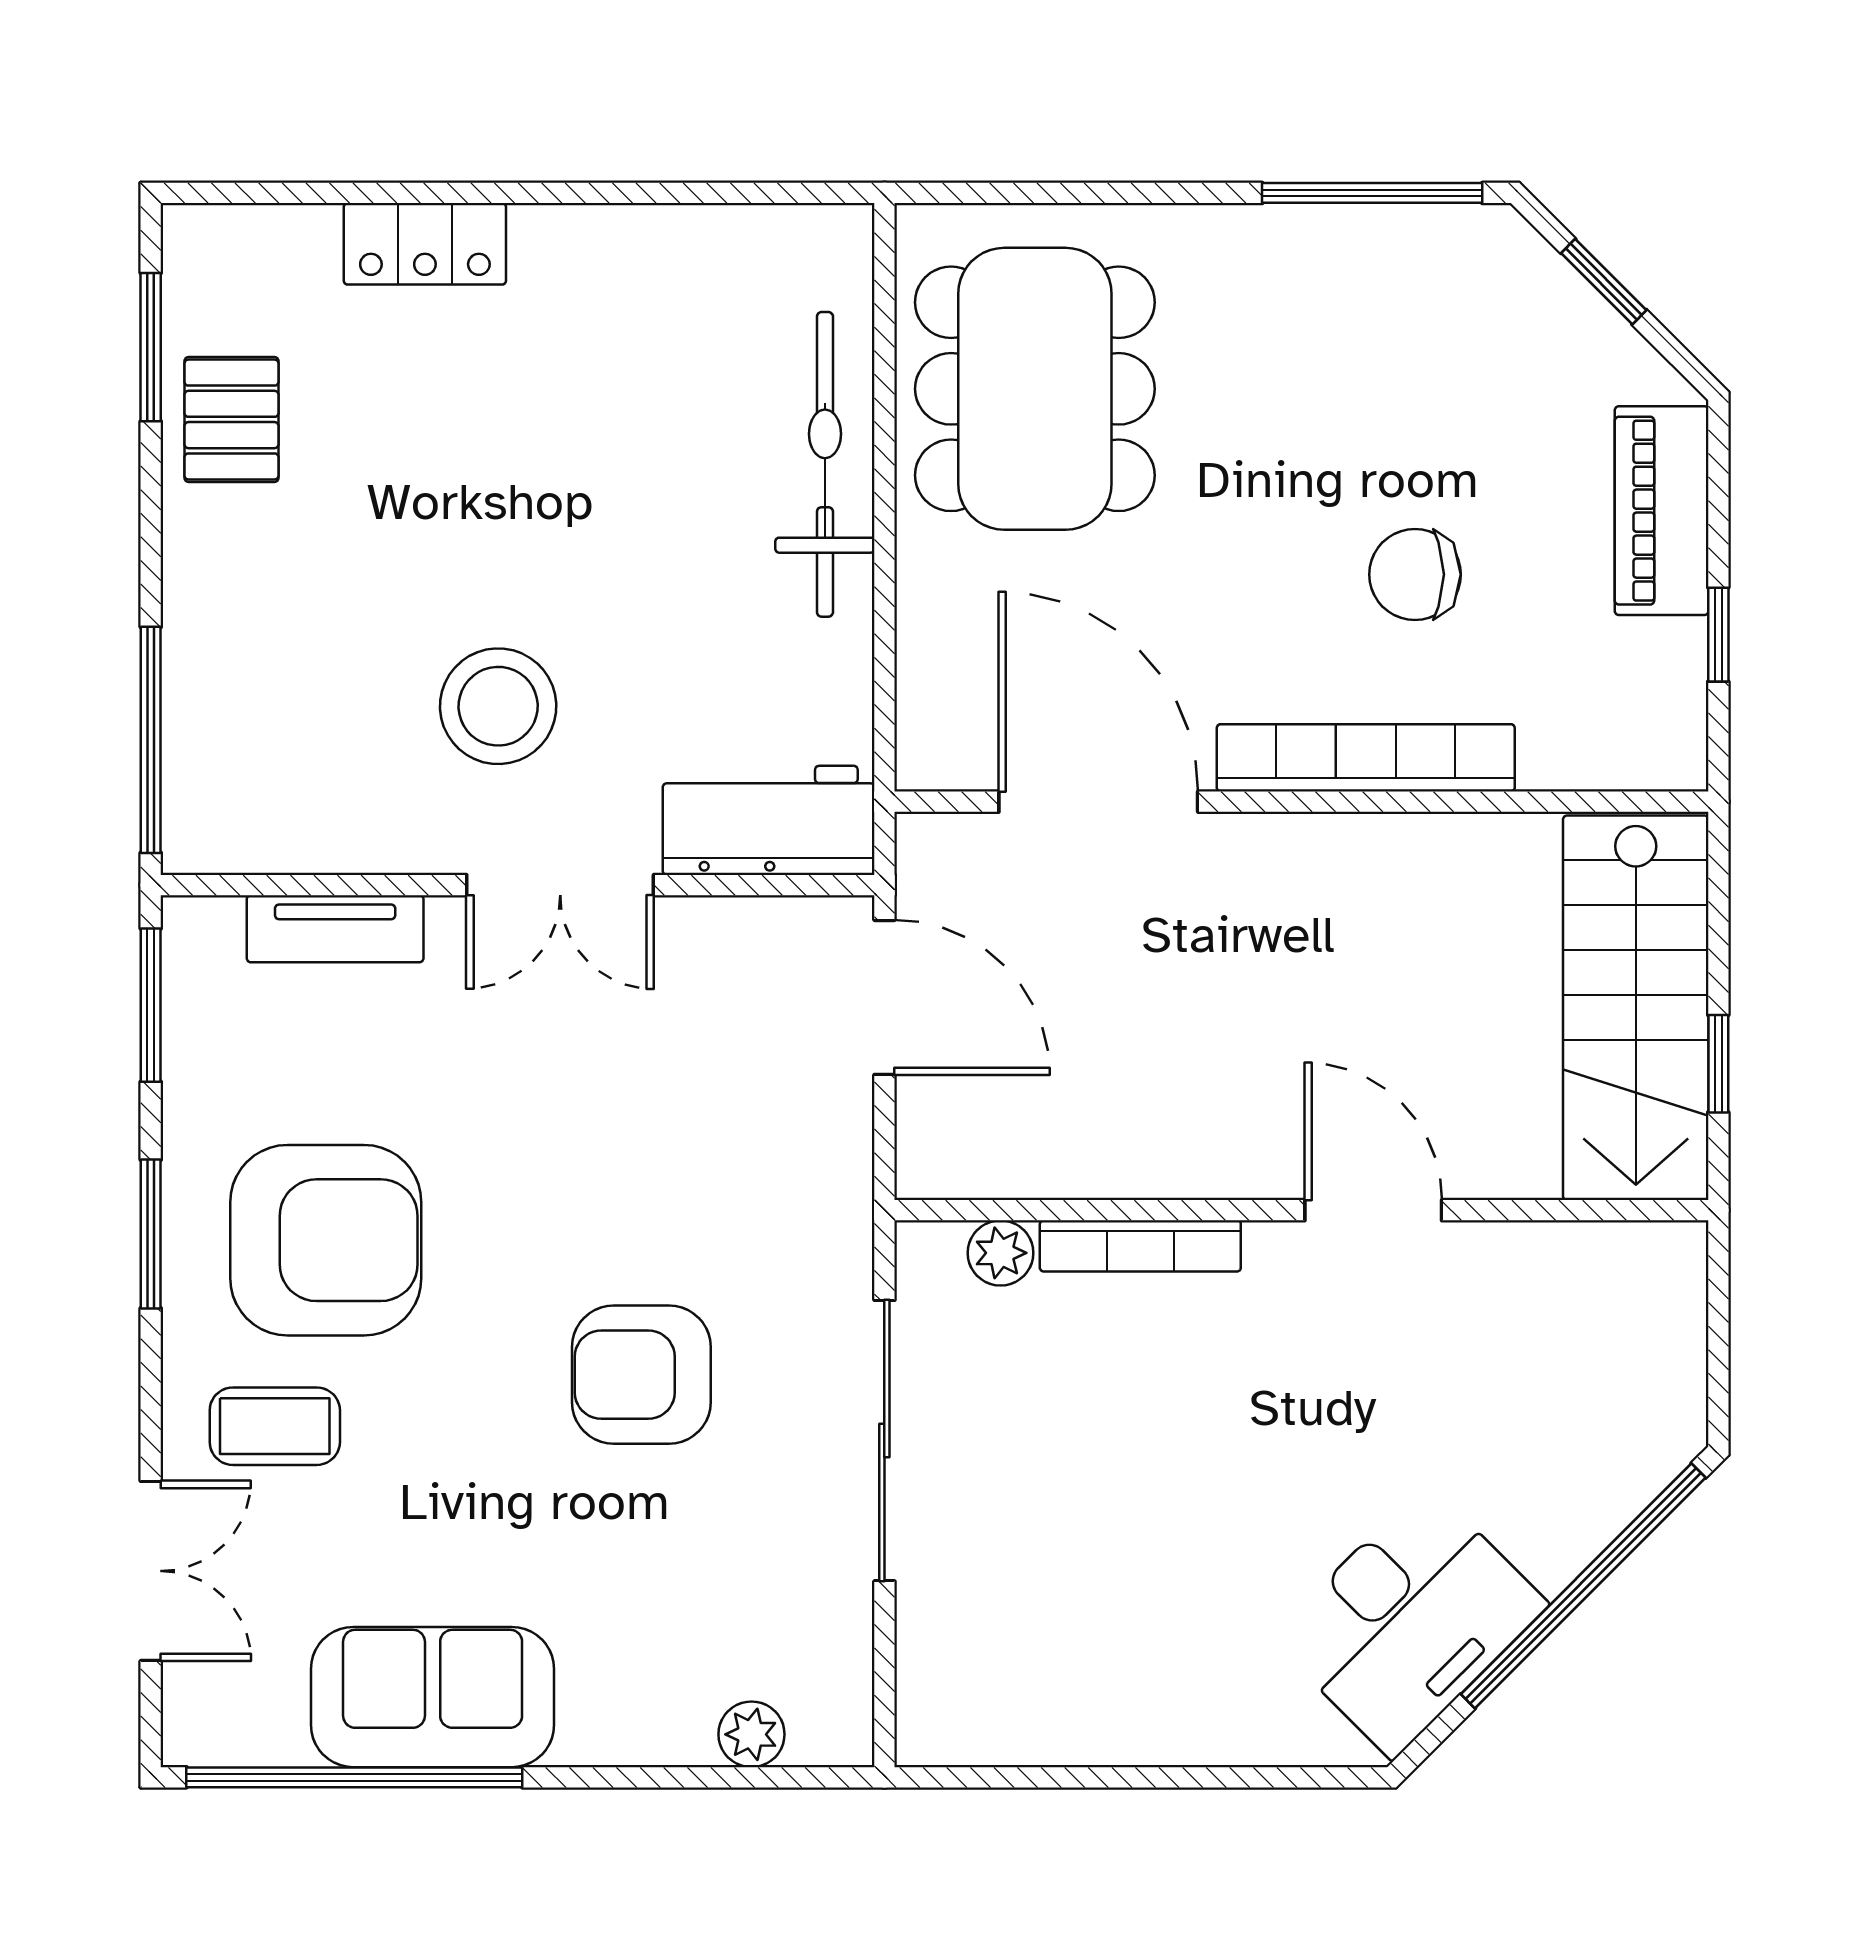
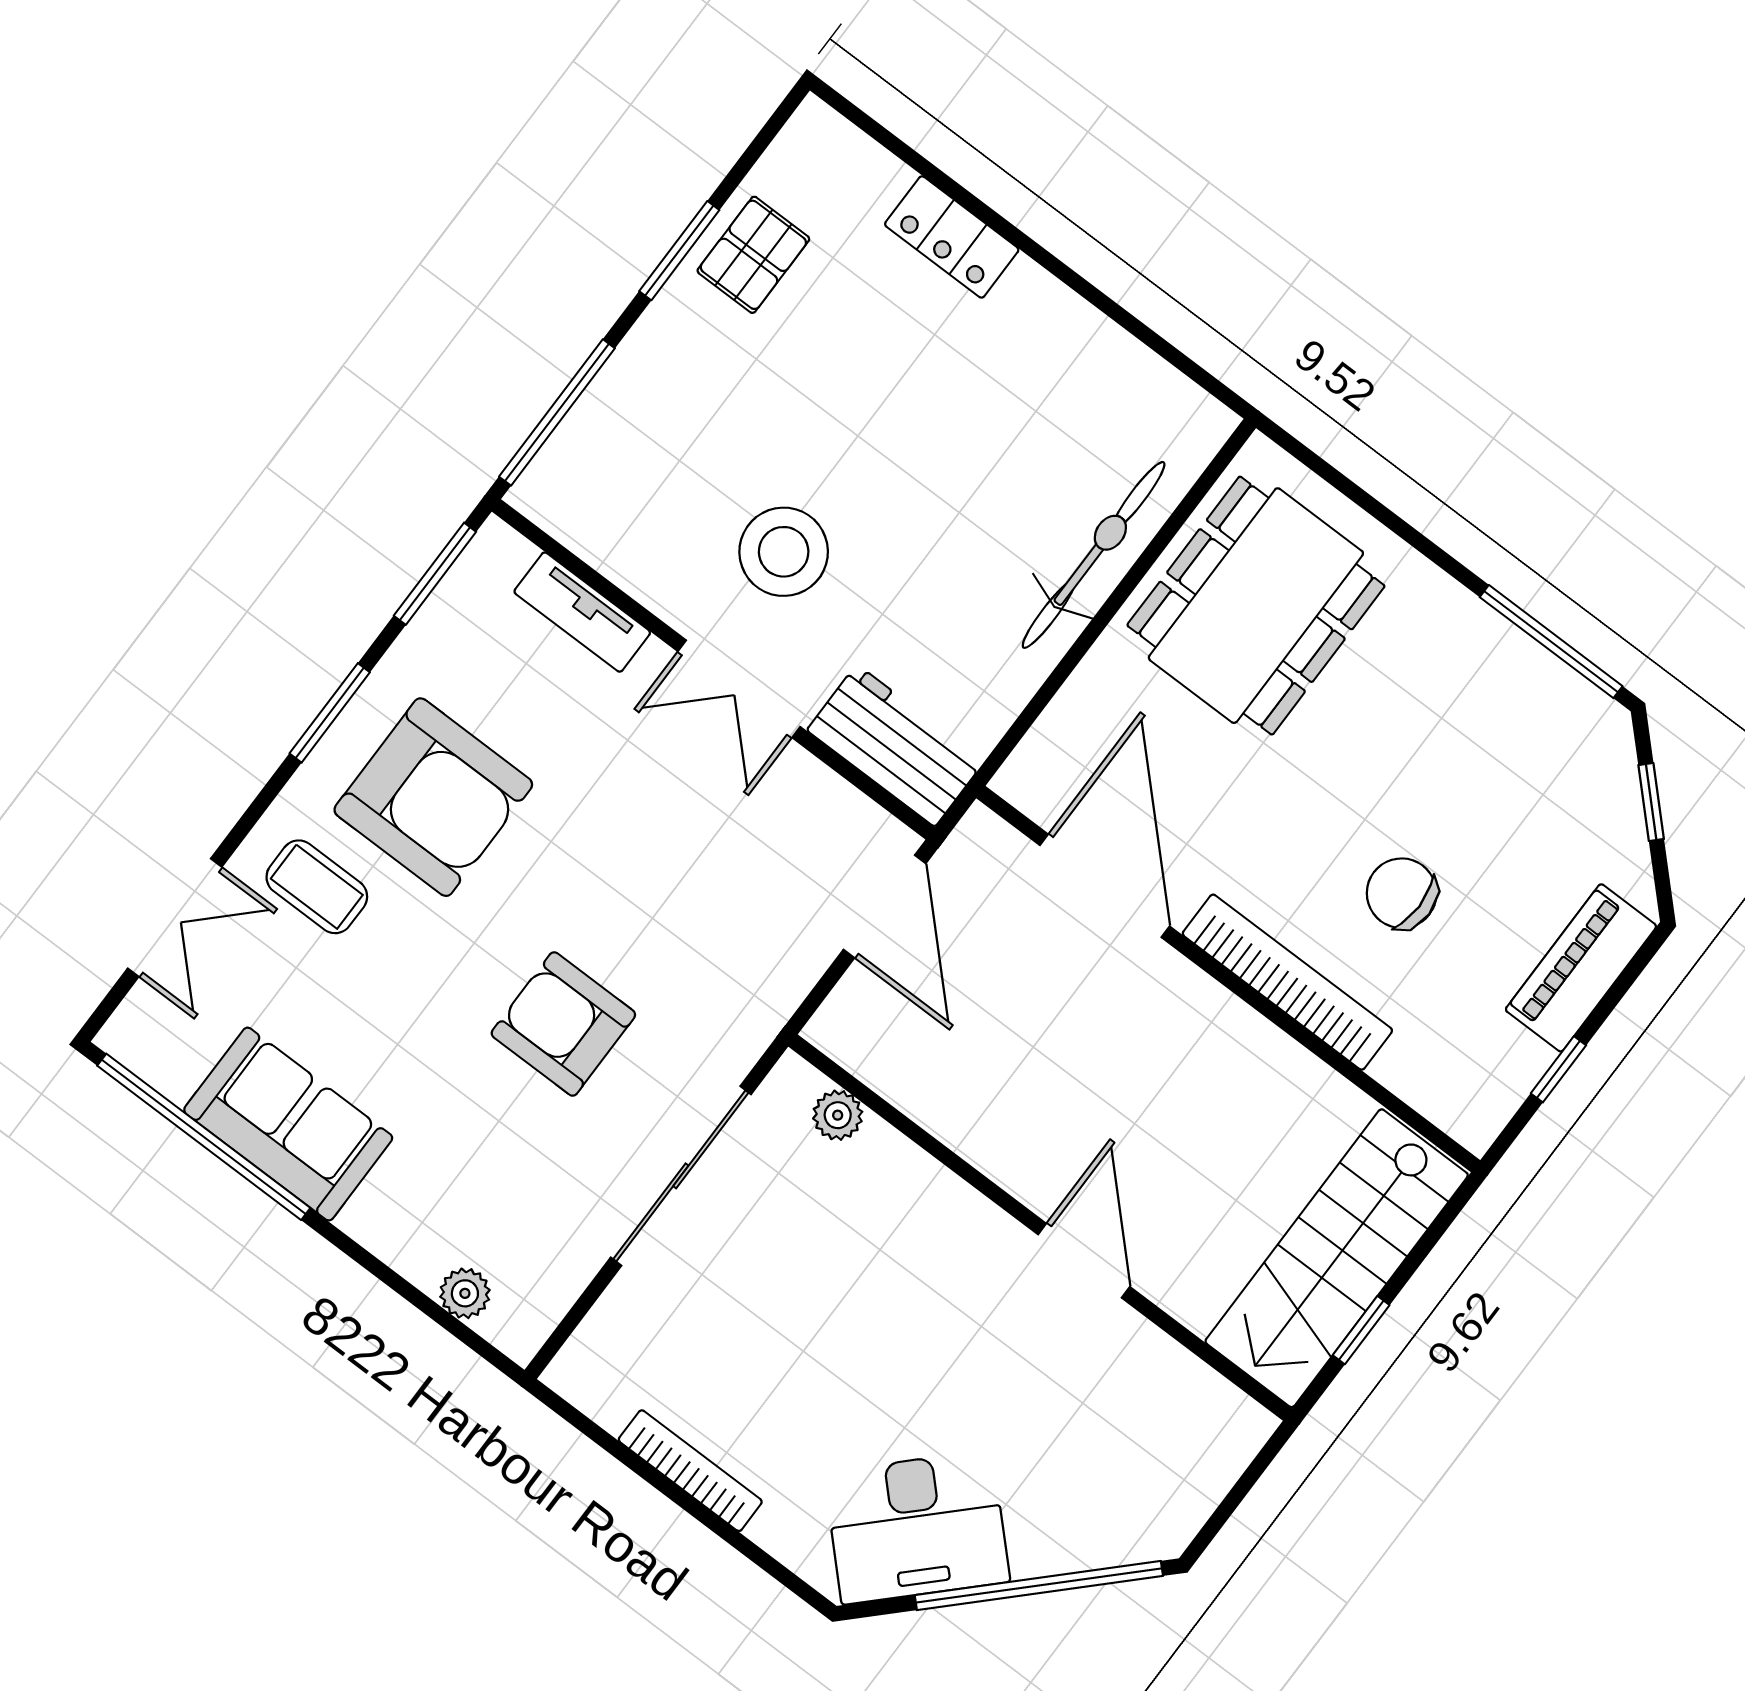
window: (151, 347) -> (679, 251), moved
bookcase: (1140, 1246) -> (690, 1471), moved, turned 180

